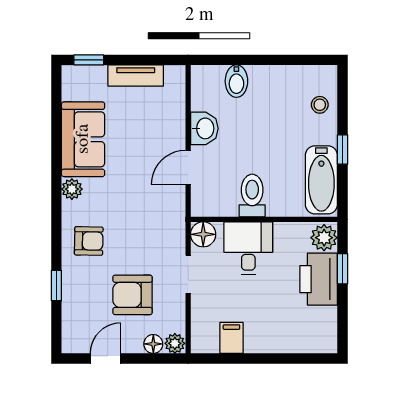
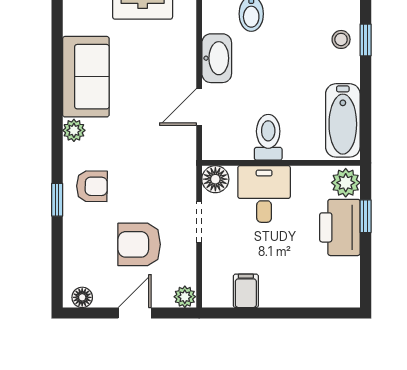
washbasin: (204, 128) -> (217, 58), width x1.38
window: (342, 150) -> (366, 40), moved
window: (56, 285) -> (57, 200), moved
floor lamp: (153, 344) -> (82, 297), moved
door: (106, 359) -> (135, 313), moved

